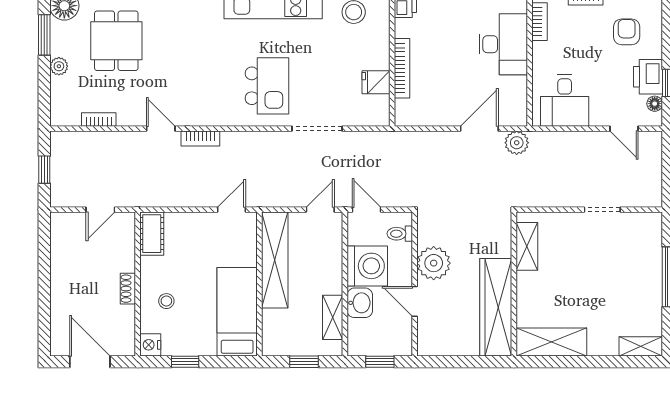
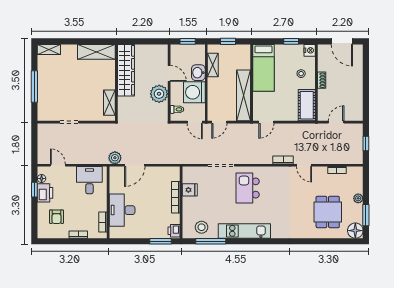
cot: (152, 234) -> (307, 105), width x1.37, depth x1.34

